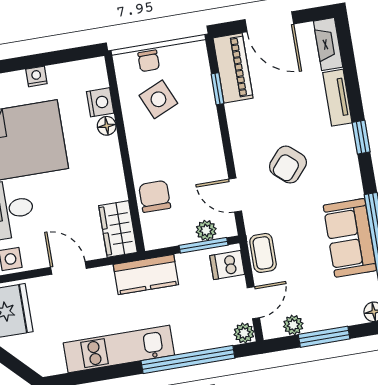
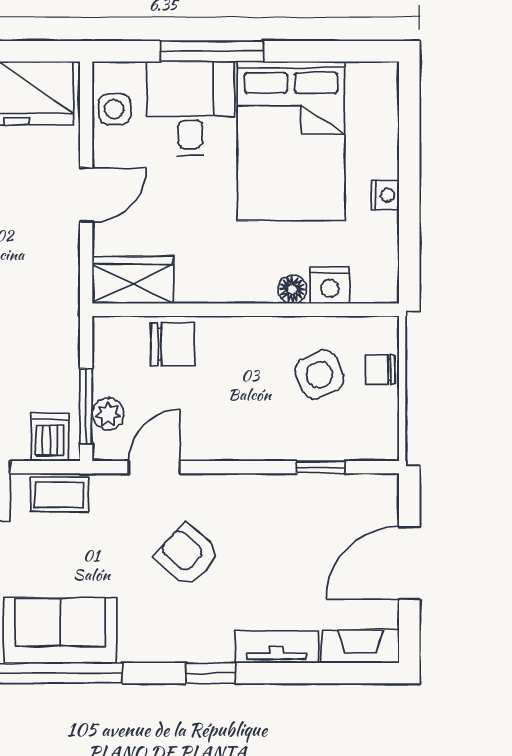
piano: (233, 68) -> (348, 496), removed
kitchen counter: (146, 274) -> (56, 311), removed

